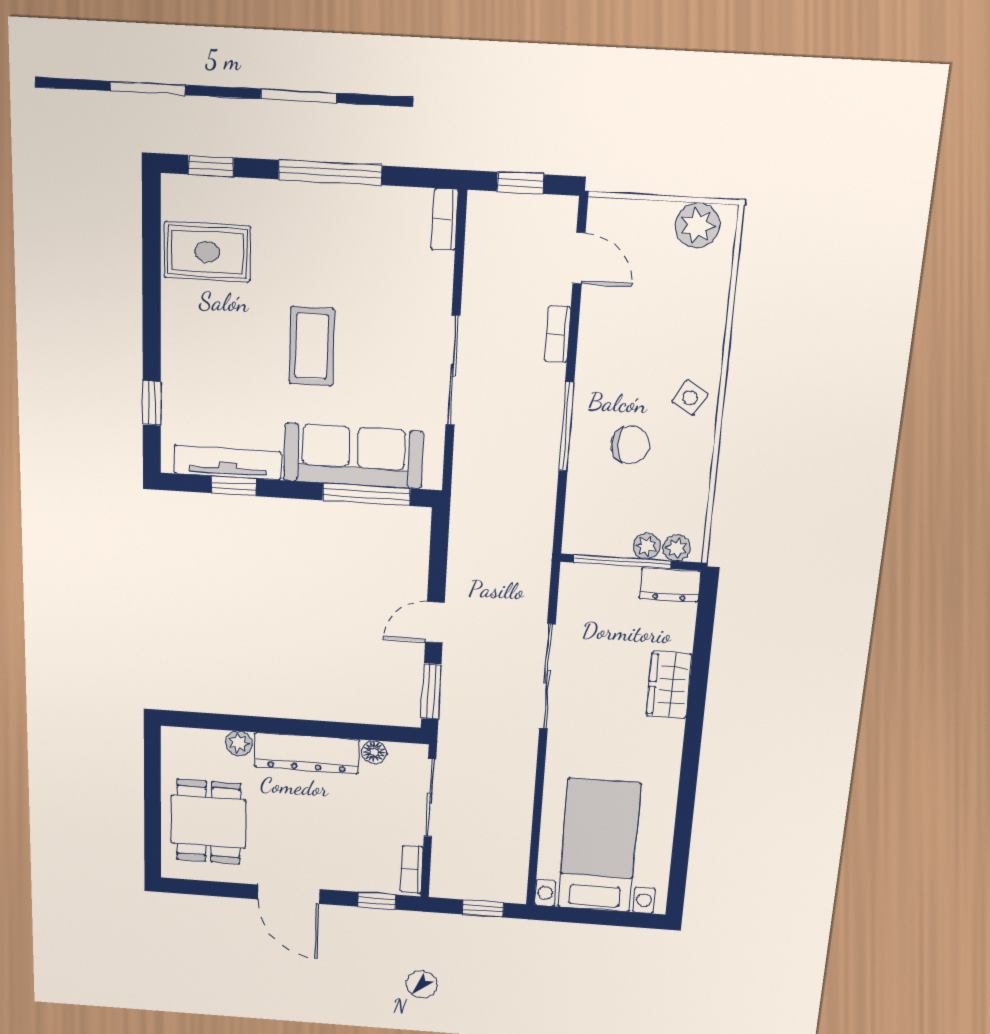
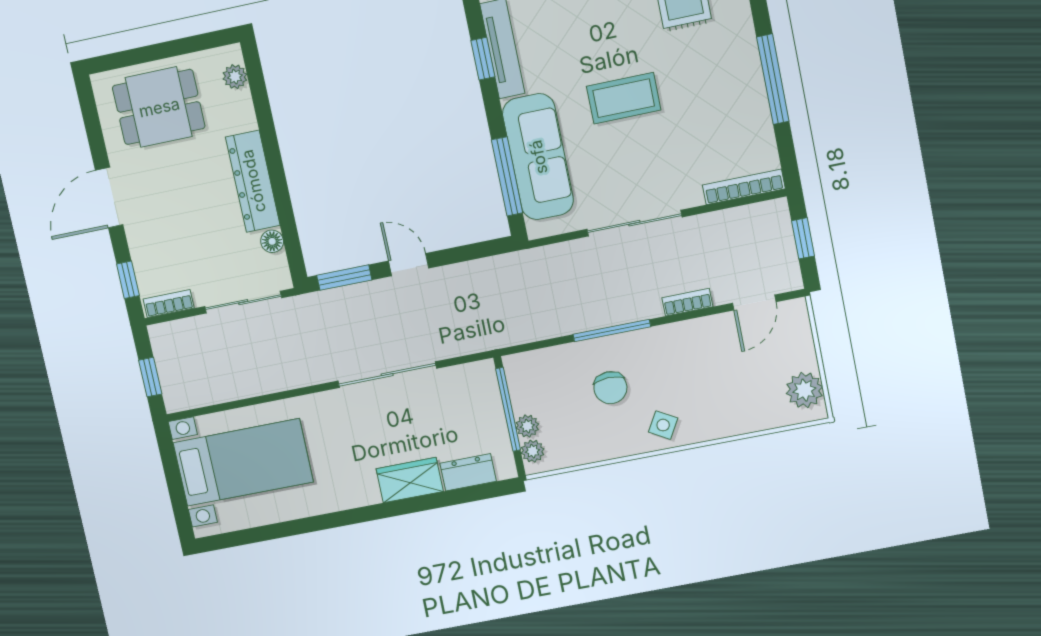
bookcase: (445, 219) -> (744, 187), width x1.56
dresser: (670, 585) -> (468, 472), moved, turned 90
plant: (239, 743) -> (235, 77), moved

